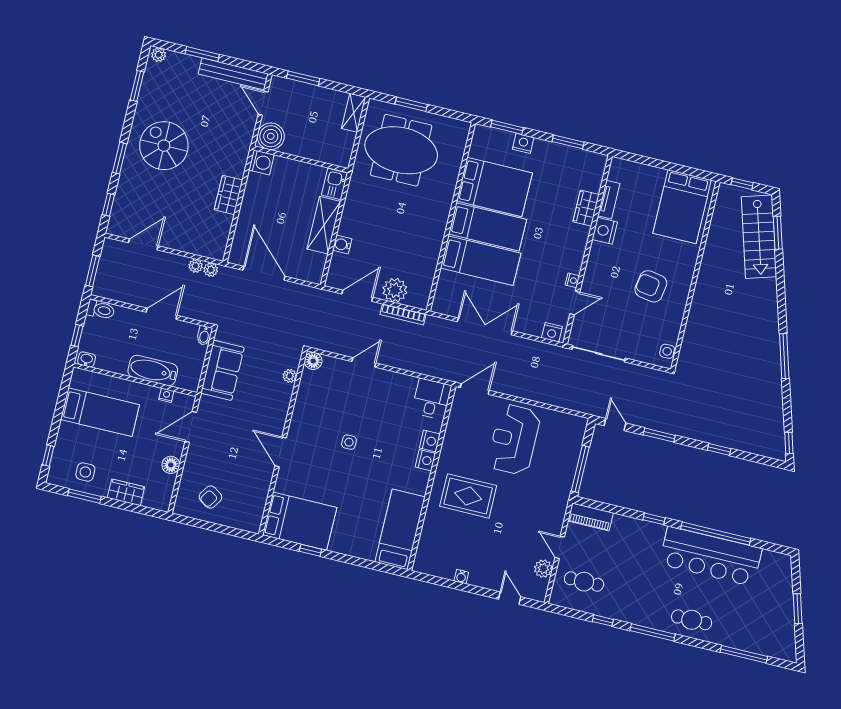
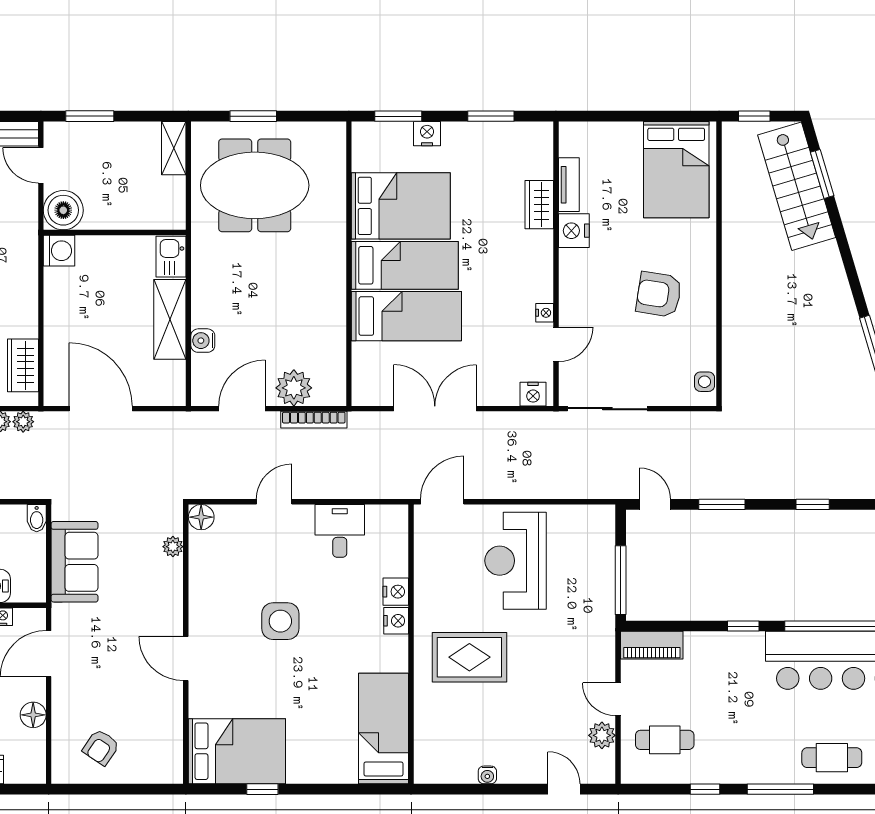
wardrobe: (228, 195) -> (23, 365), moved
desk: (432, 399) -> (340, 531), moved
side table: (349, 442) -> (280, 621), width x1.87, depth x1.87

